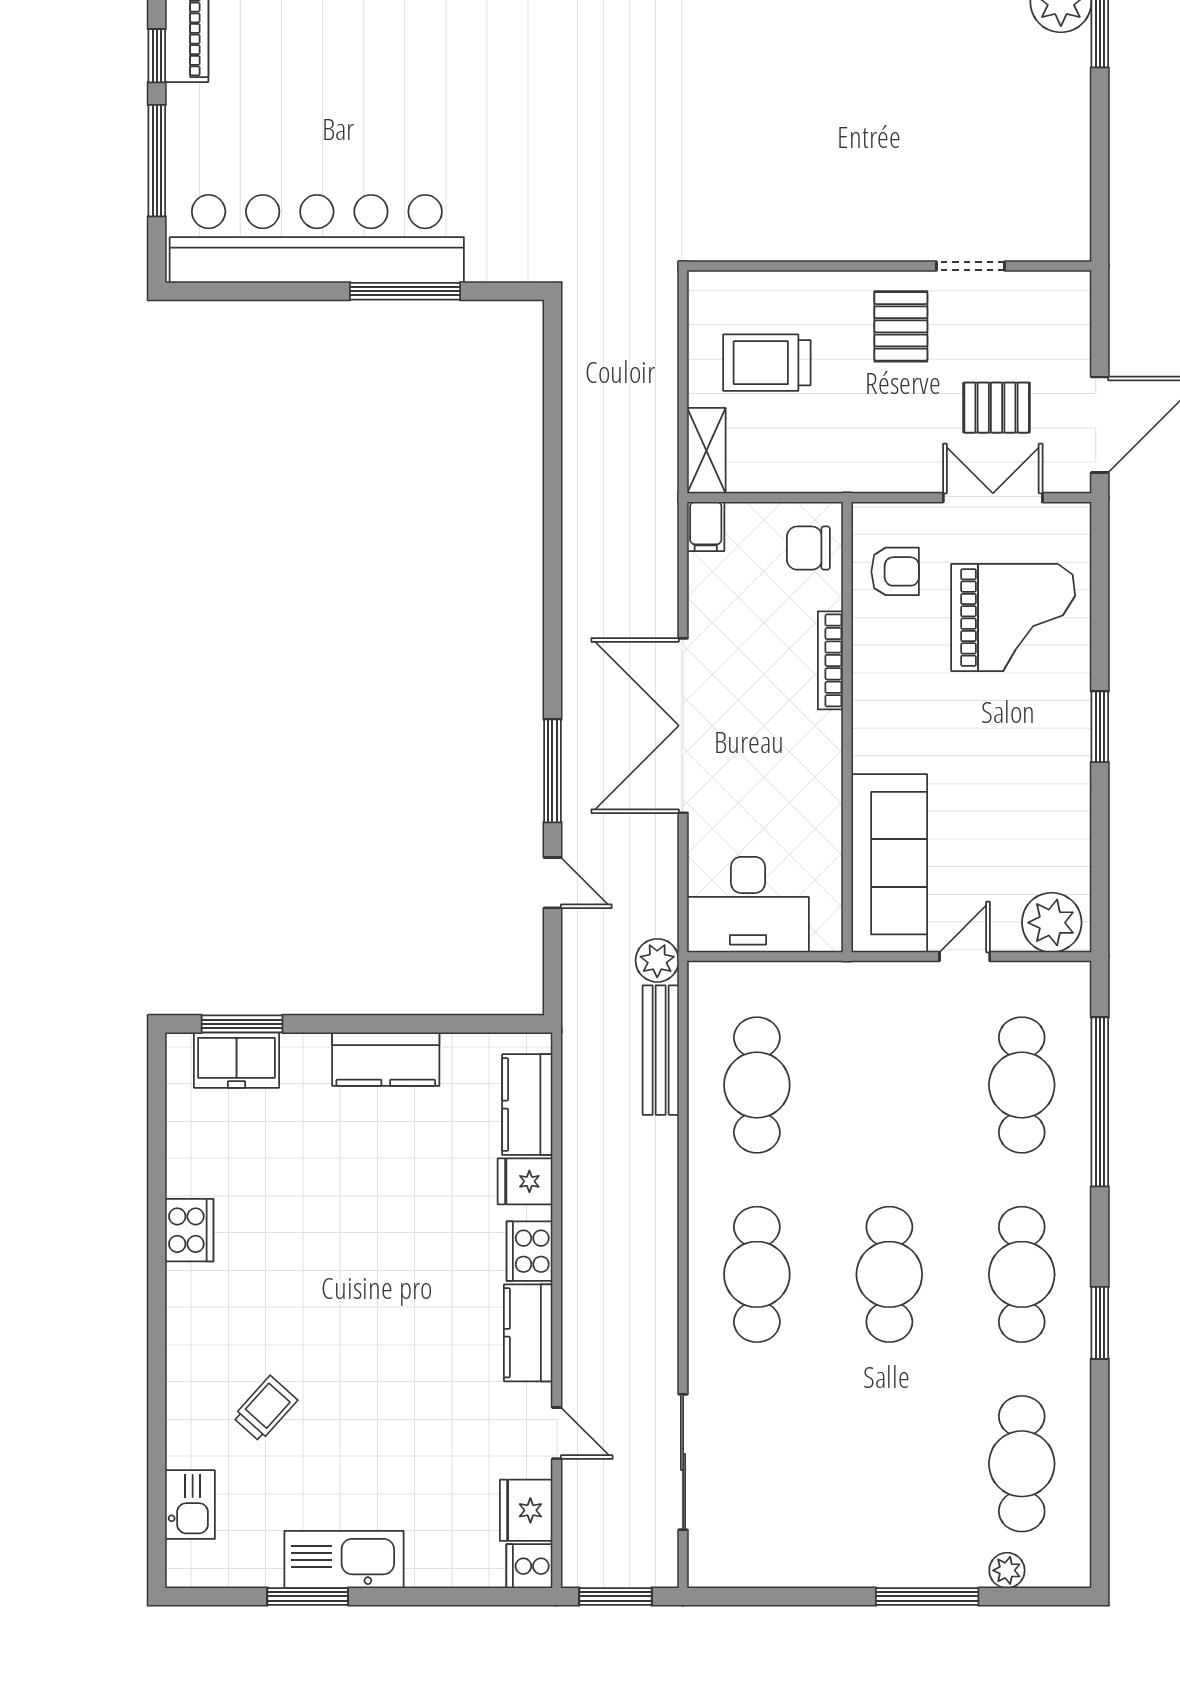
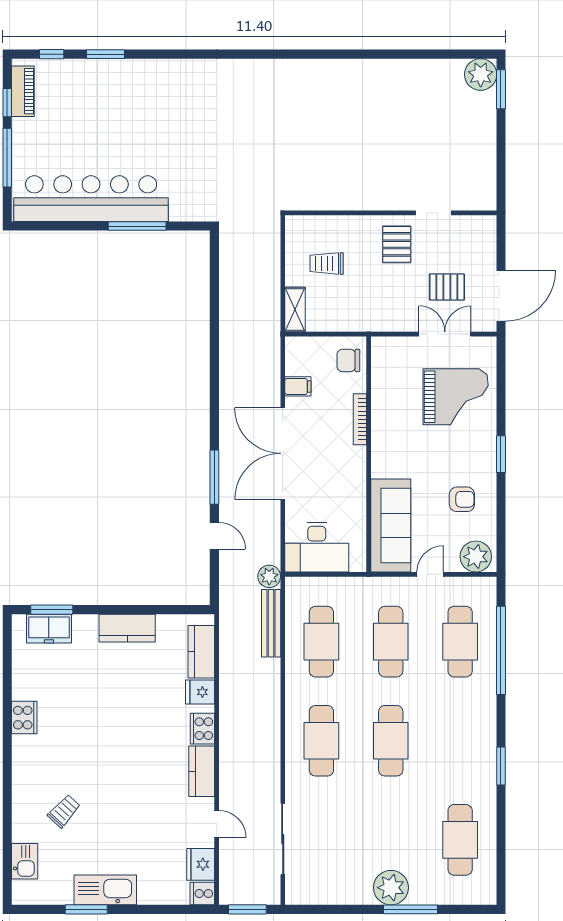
trolley: (767, 363) -> (327, 263), width x0.73, depth x0.72
filing cabinet: (706, 527) -> (298, 386), moved, turned -90
armchair: (895, 571) -> (462, 499), moved
cafe table: (1022, 1274) -> (391, 642), moved
plant: (1007, 1570) -> (391, 888), moved, width x1.88, depth x1.88

